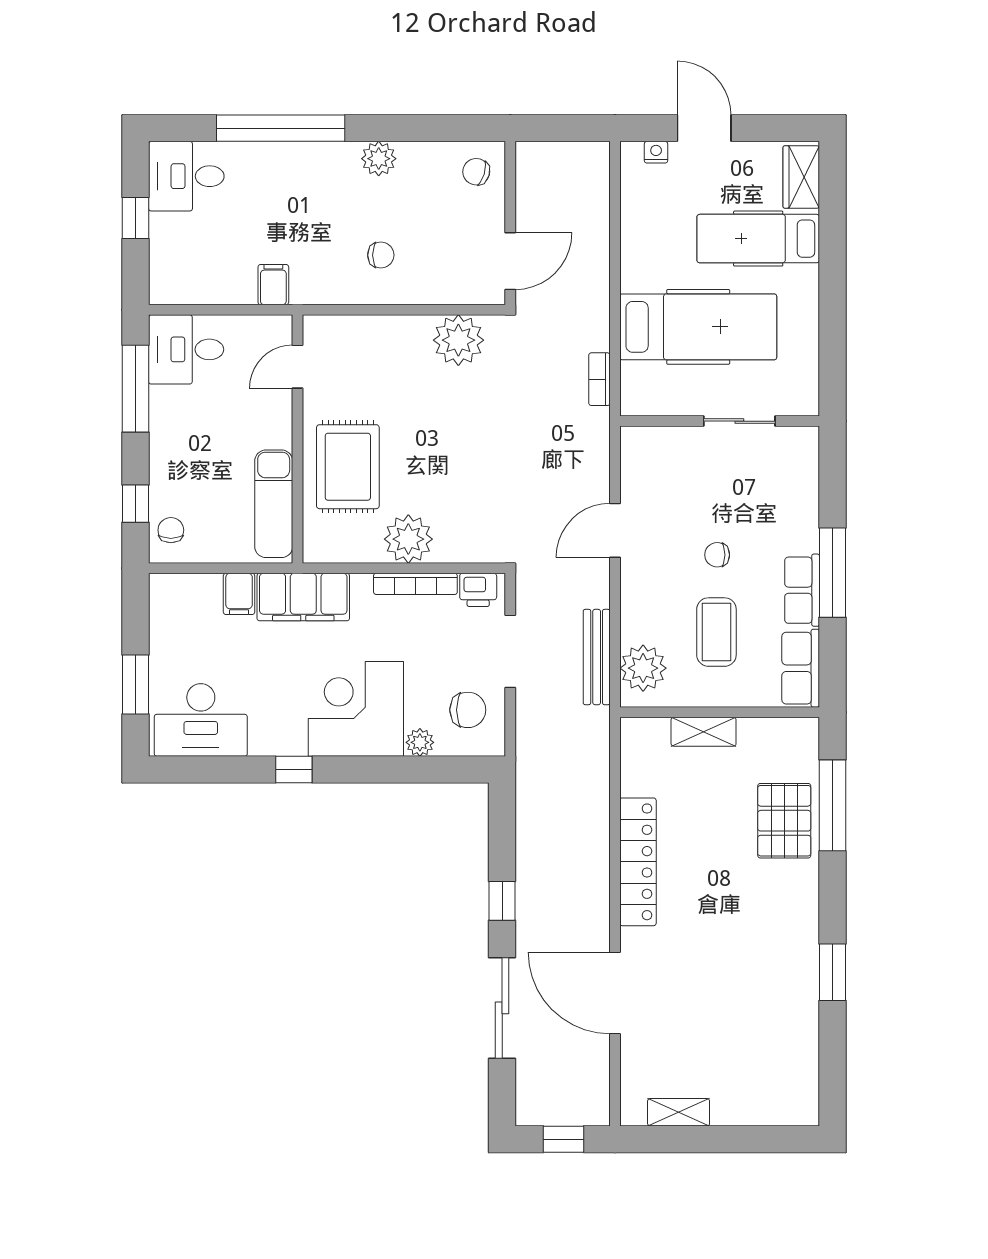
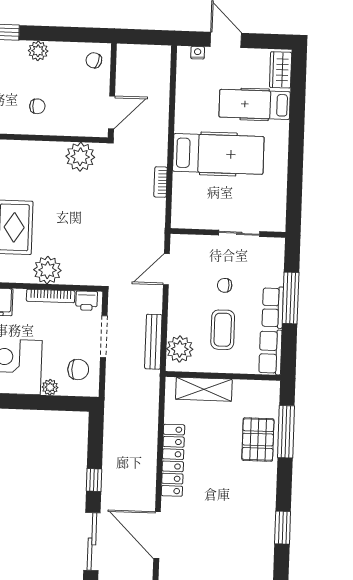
wall: (720, 421) -> (228, 233), moved
sliding door: (739, 421) -> (239, 233), moved
shelving: (704, 732) -> (204, 389), width x1.50, depth x1.33

